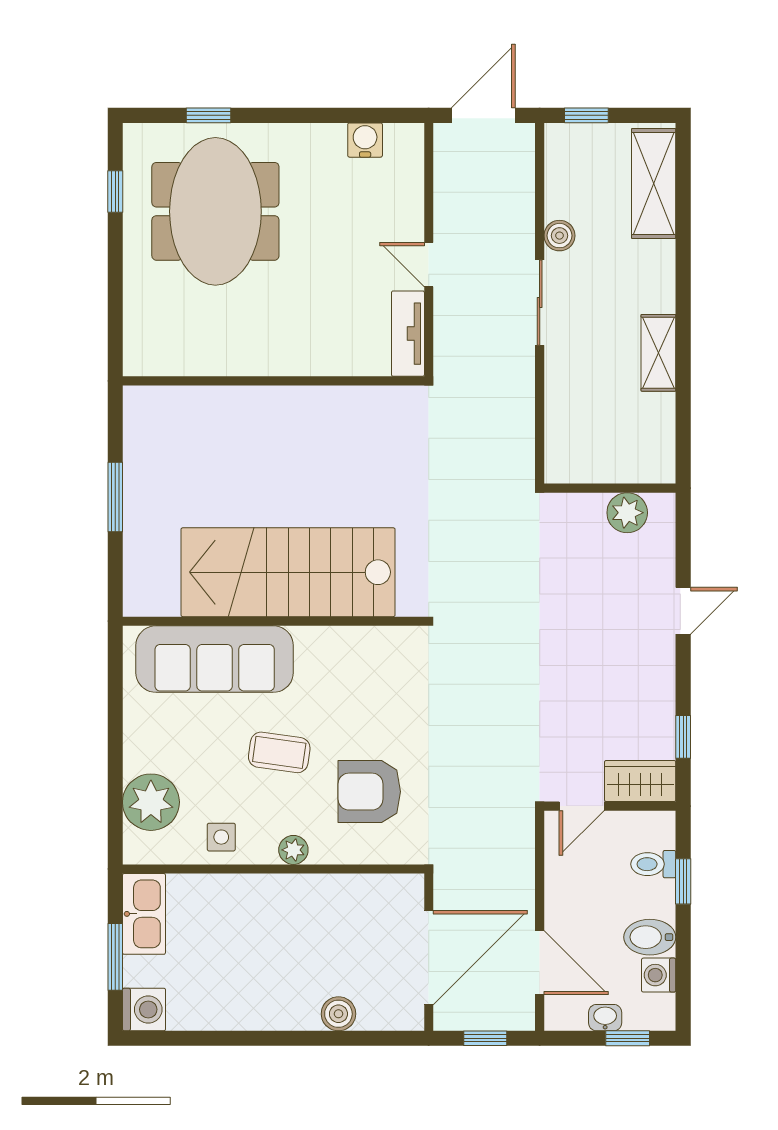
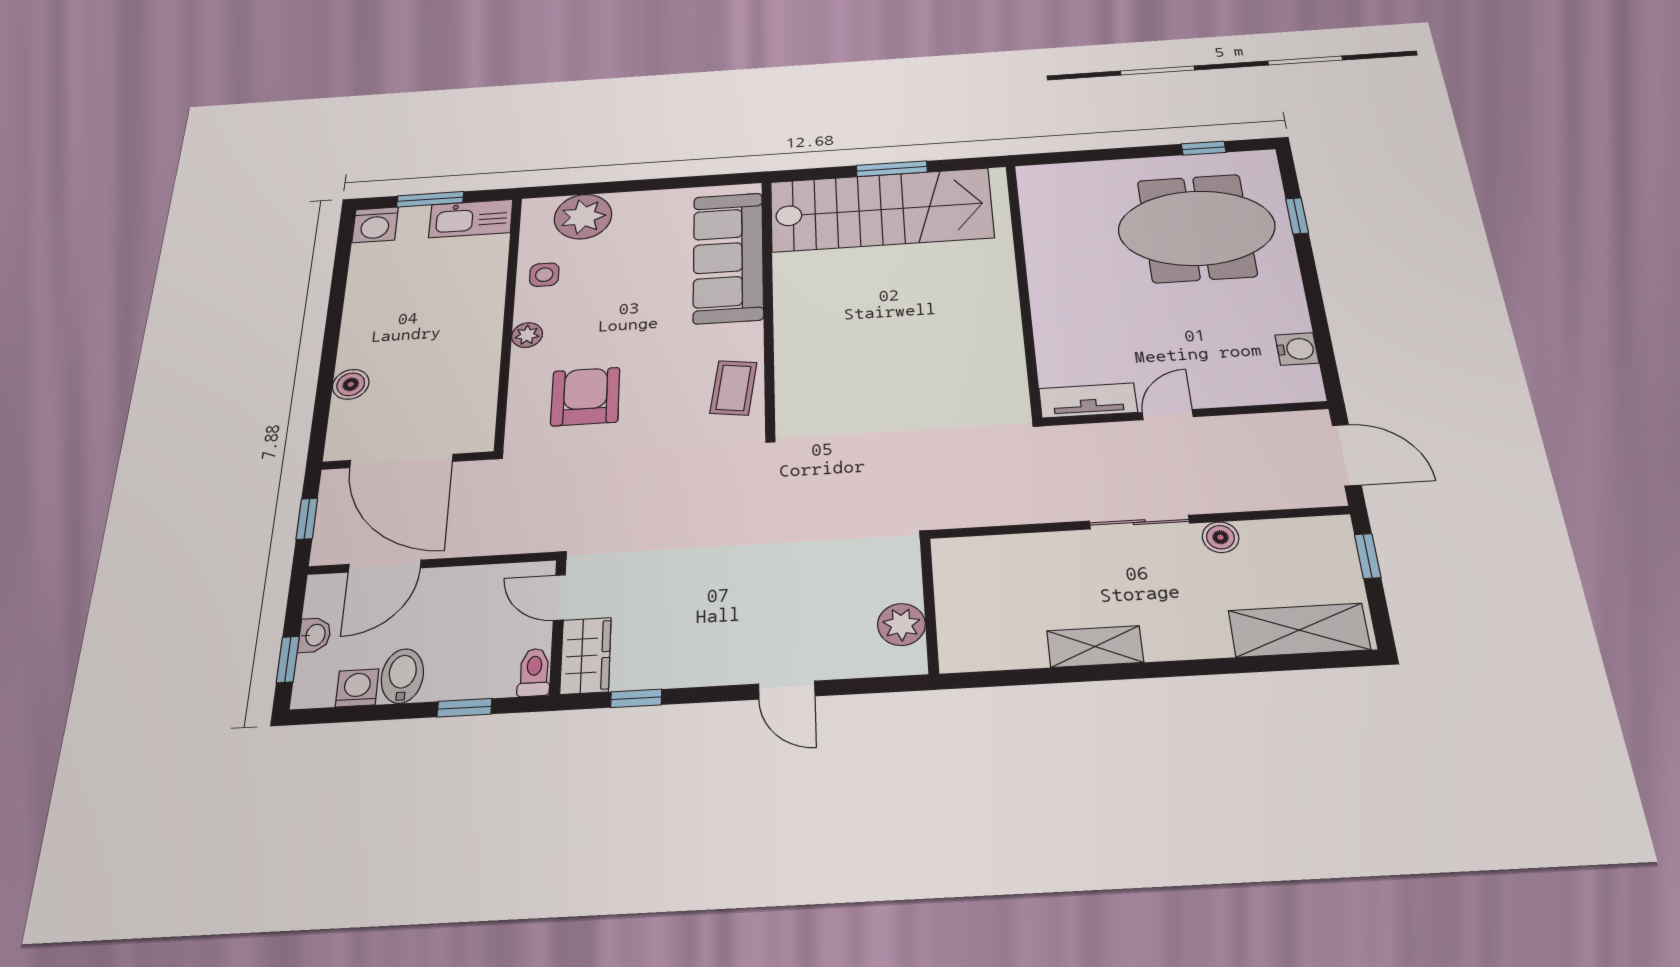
stairs: (288, 572) -> (881, 210), moved, turned 90
coffee table: (279, 752) -> (733, 388), moved
toilet: (653, 864) -> (534, 672), moved

